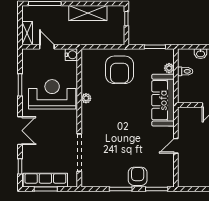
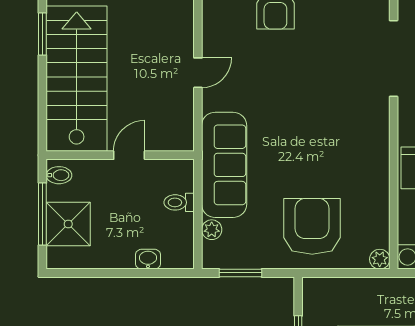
toilet: (185, 71) -> (179, 202), moved
plant: (86, 98) -> (380, 259), moved

